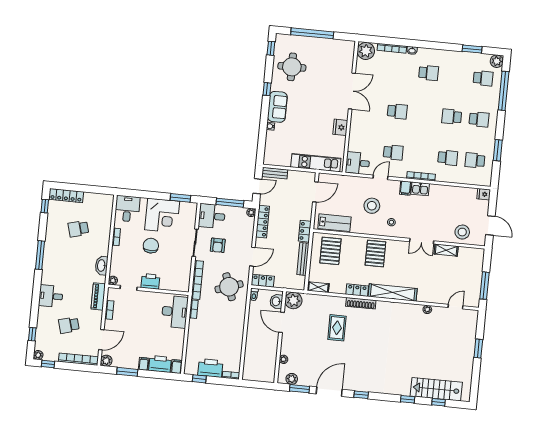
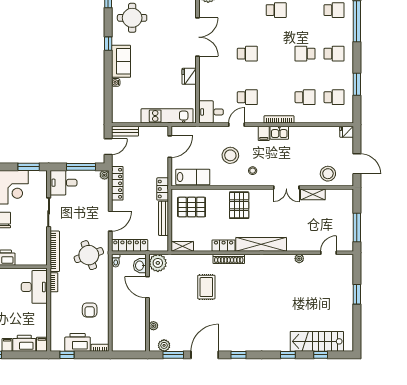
school desk: (475, 160) -> (334, 97), turned 180
armchair: (218, 245) -> (90, 310), moved
pallet: (330, 251) -> (192, 207), turned 90
locker: (263, 281) -> (130, 245), width x1.53

